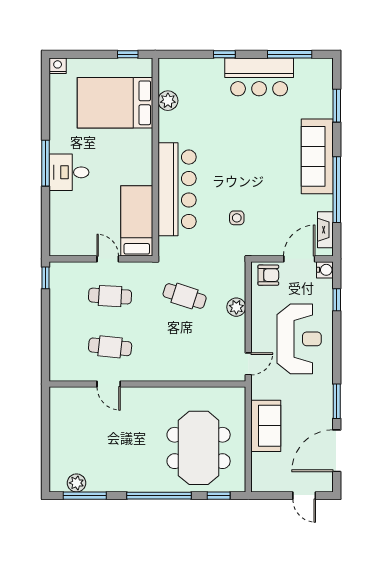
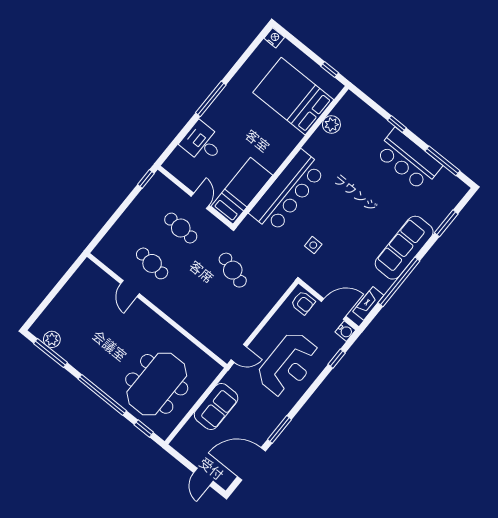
desk: (69, 172) -> (202, 143), moved
plant: (236, 307) -> (263, 307), removed

